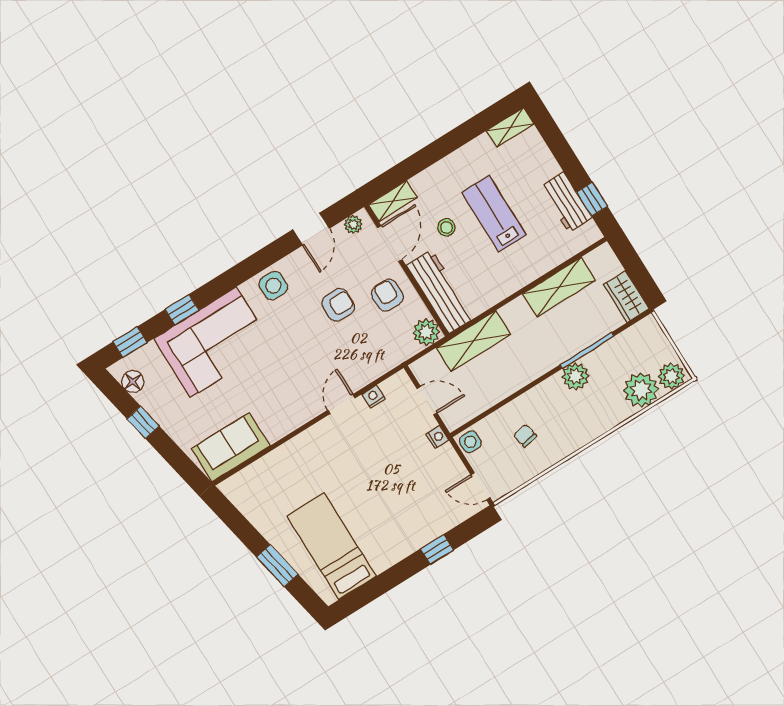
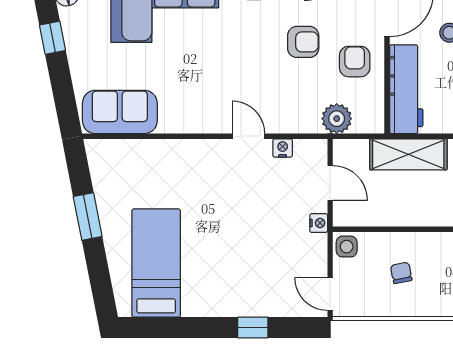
plant: (426, 332) -> (337, 119), moved
door: (341, 404) -> (248, 136), hinge flipped
window: (277, 566) -> (88, 217), moved

